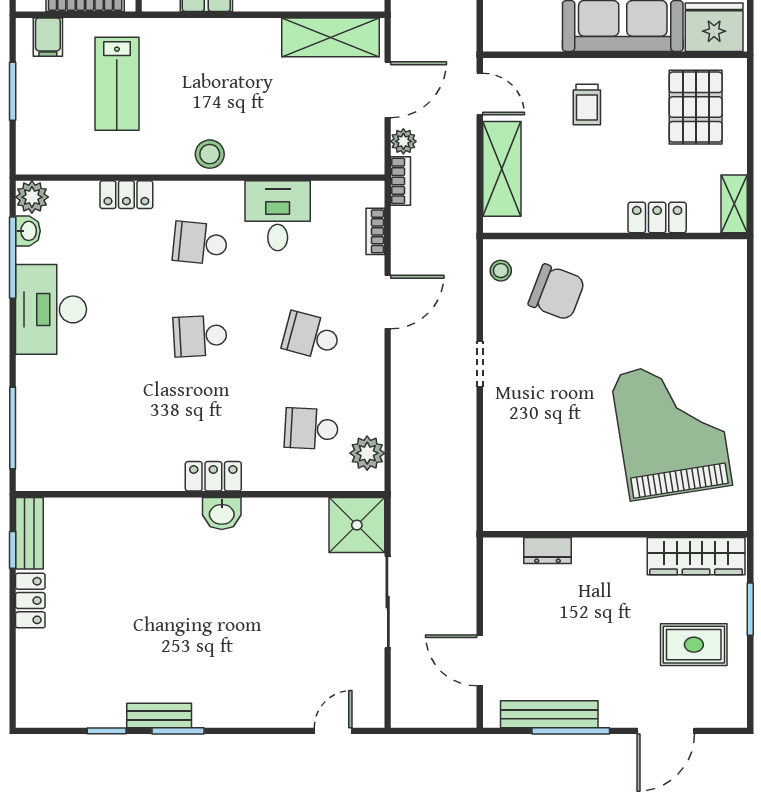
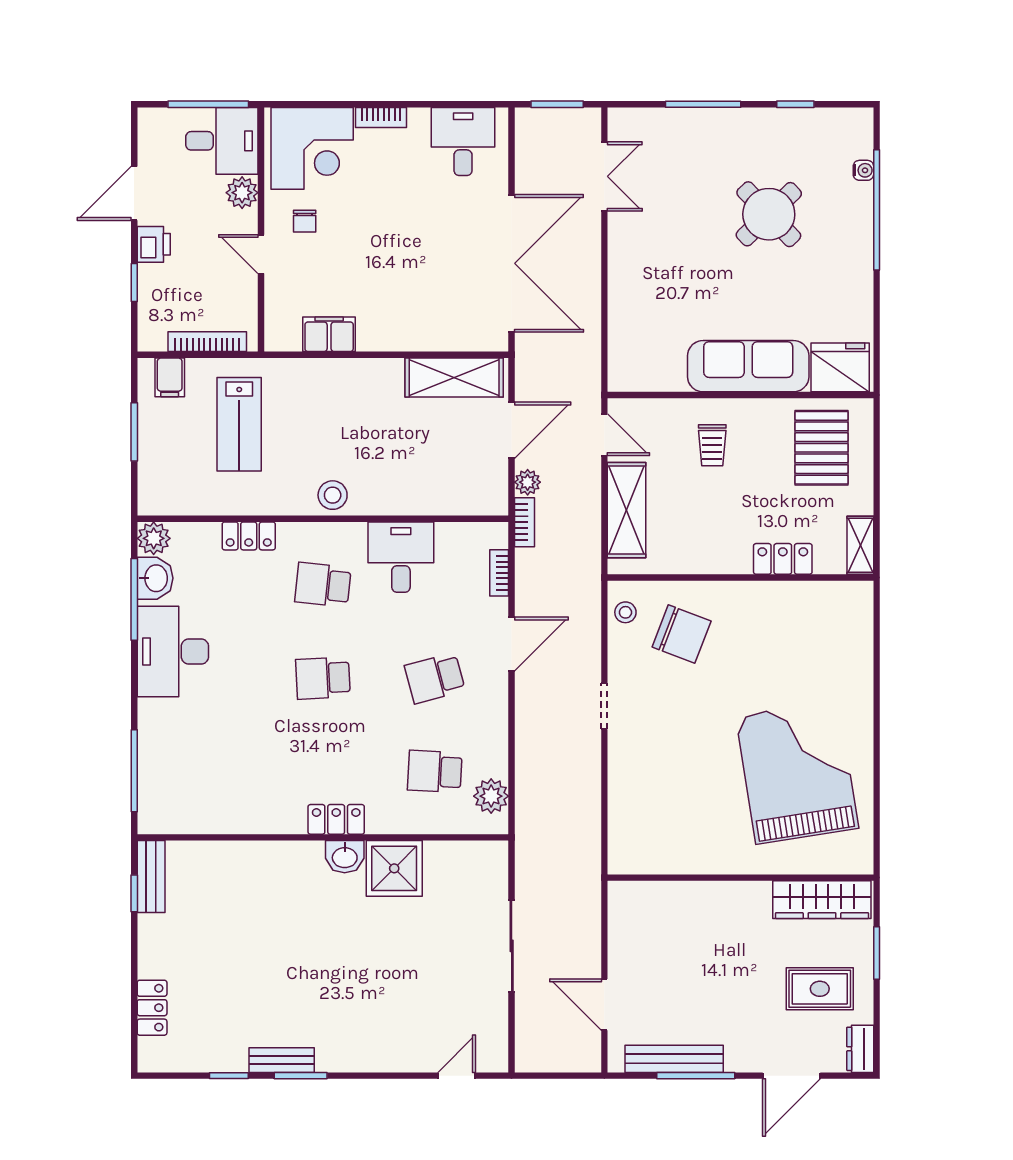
washbasin: (28, 231) -> (155, 578), width x1.38, depth x1.45
school desk: (311, 336) -> (435, 678), turned -30
shower: (357, 525) -> (394, 868), moved
dresser: (548, 551) -> (860, 1049), moved, turned 90
locker: (30, 601) -> (152, 1008), moved

